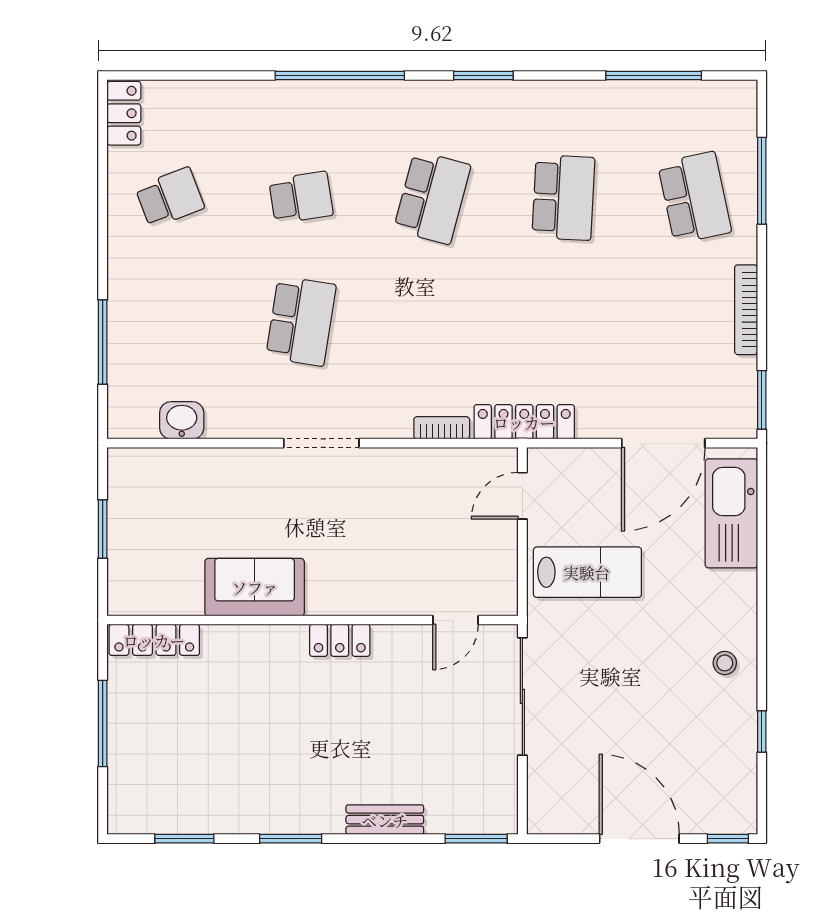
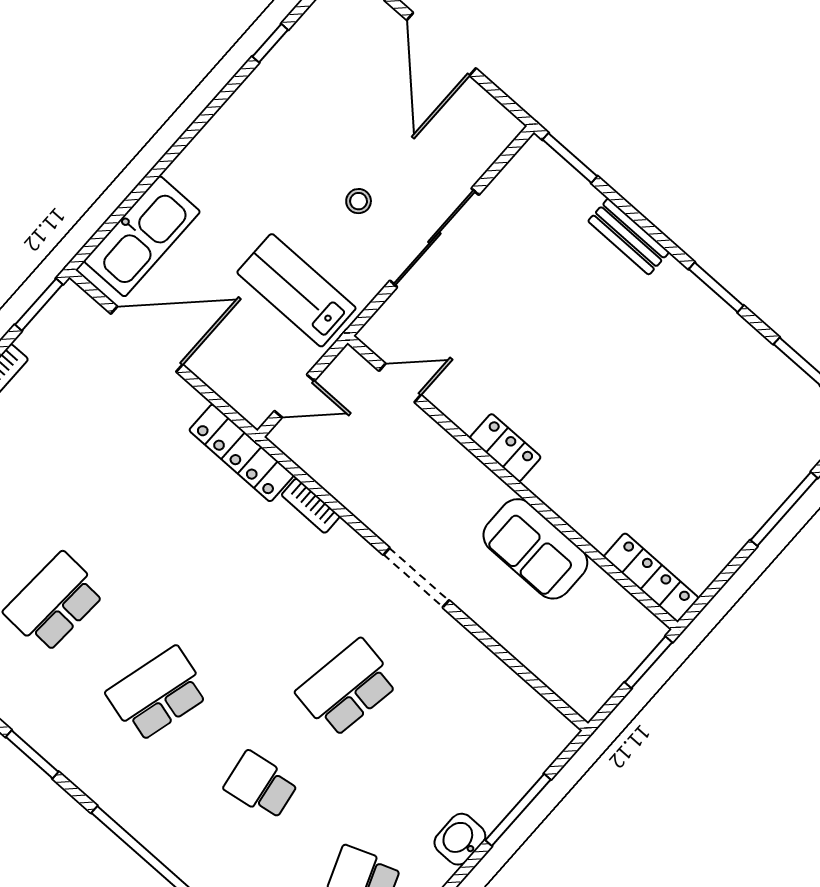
washbasin: (182, 420) -> (460, 839), moved, turned 90
sofa: (255, 587) -> (535, 549), moved
wall: (313, 620) -> (513, 483), moved
door: (455, 620) -> (400, 383), moved
locker: (154, 640) -> (651, 577), moved
locker: (340, 640) -> (505, 448), moved
stool: (725, 663) -> (359, 201), moved

